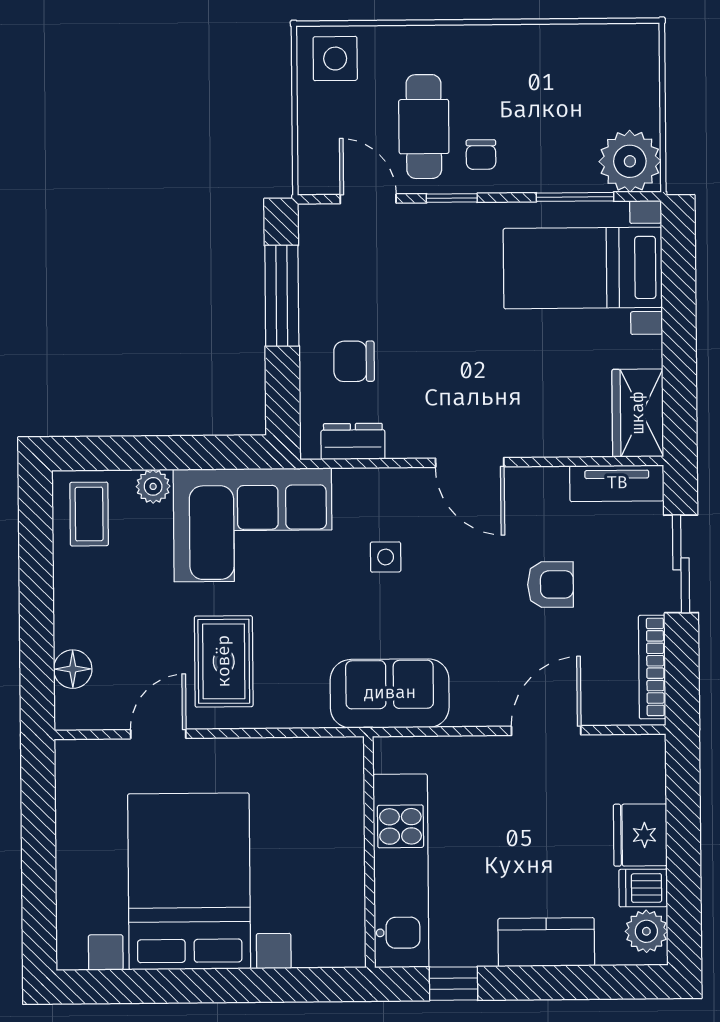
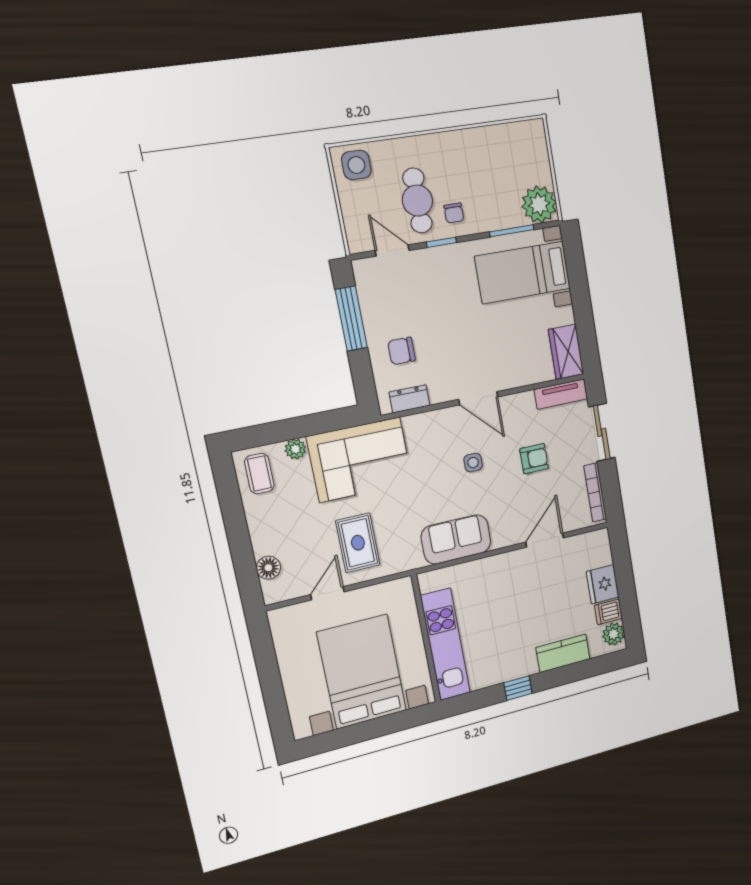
side table: (386, 557) -> (473, 463), moved
wall: (369, 852) -> (426, 639), moved
kitchen unit: (401, 871) -> (445, 644), moved

